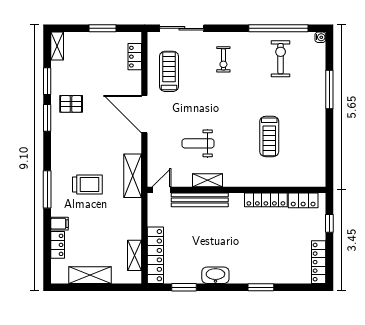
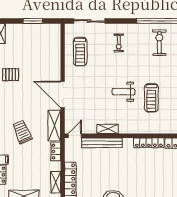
locker: (135, 57) -> (56, 151), moved
treadmill: (169, 71) -> (80, 52), turned 180
door: (144, 114) -> (63, 94), moved
weight bench: (198, 143) -> (123, 92), moved
trolley: (87, 185) -> (22, 132), turned -113

